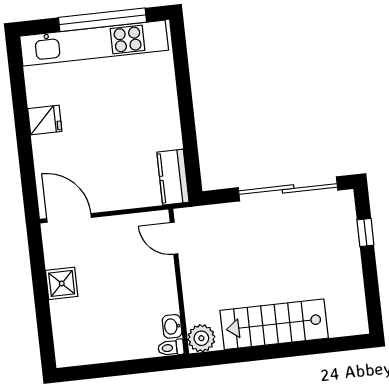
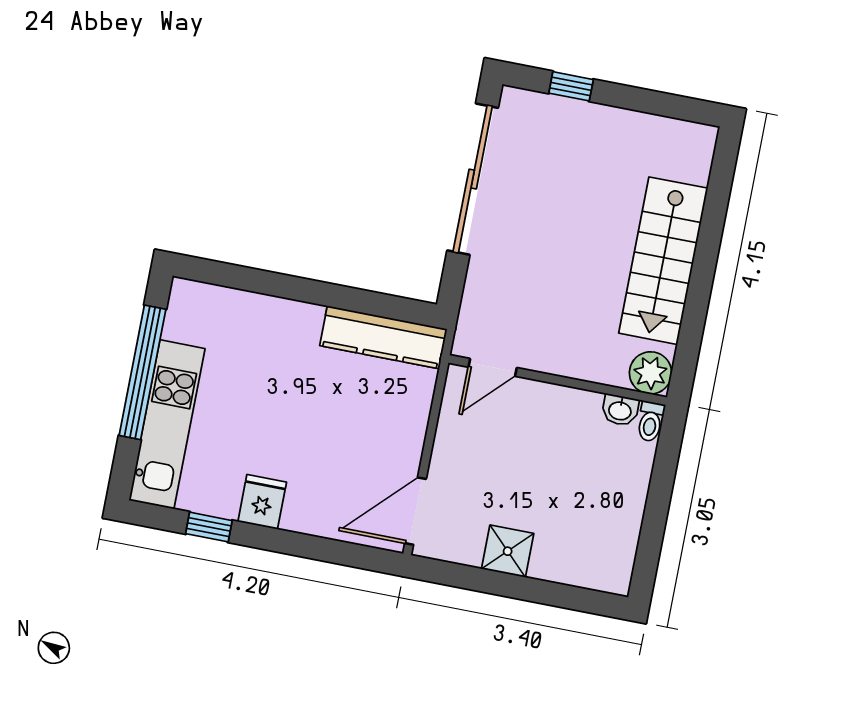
kitchen unit: (94, 43) -> (167, 424), width x0.73
window: (19, 92) -> (209, 527), added
kitchen counter: (173, 177) -> (383, 337), width x1.50

